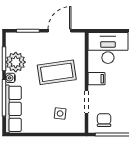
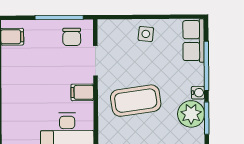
row of seats: (13, 109) -> (194, 41), width x0.68
side table: (60, 113) -> (146, 34), moved

